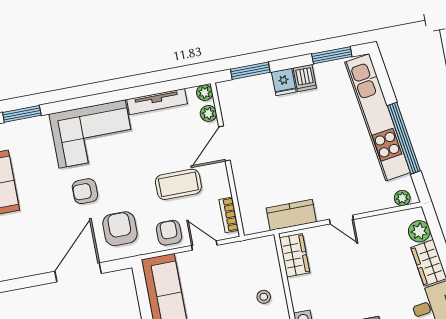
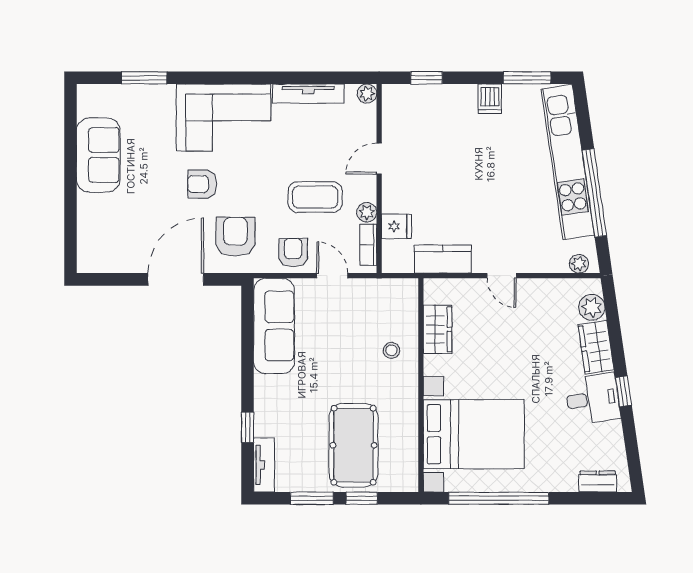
window: (250, 71) -> (426, 78), width x0.67
fridge: (284, 82) -> (396, 226), moved, turned -90
plant: (208, 113) -> (367, 212), moved
door: (224, 143) -> (379, 159), width x0.73
wardrobe: (294, 255) -> (438, 329), moved

